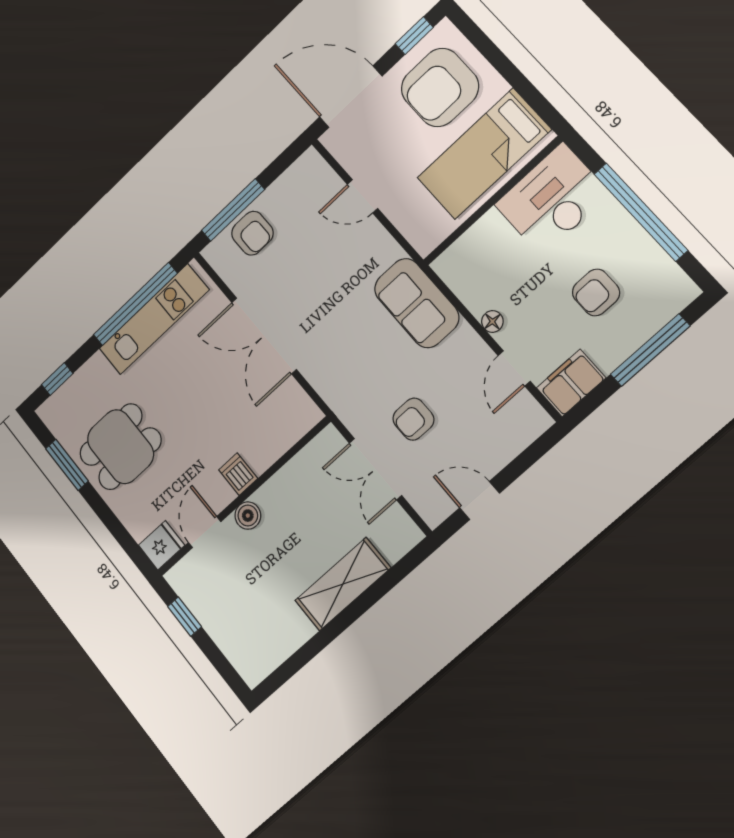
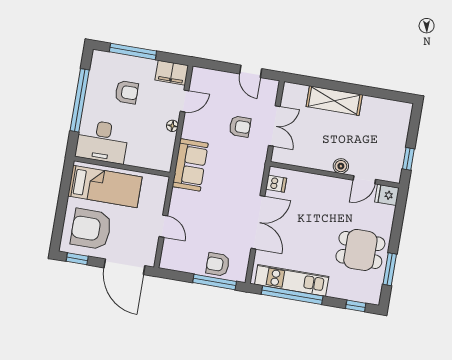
armchair: (440, 87) -> (91, 229), turned 180
armchair: (252, 233) -> (218, 264), turned -90
dishwasher: (238, 474) -> (276, 184), moved, turned -90

